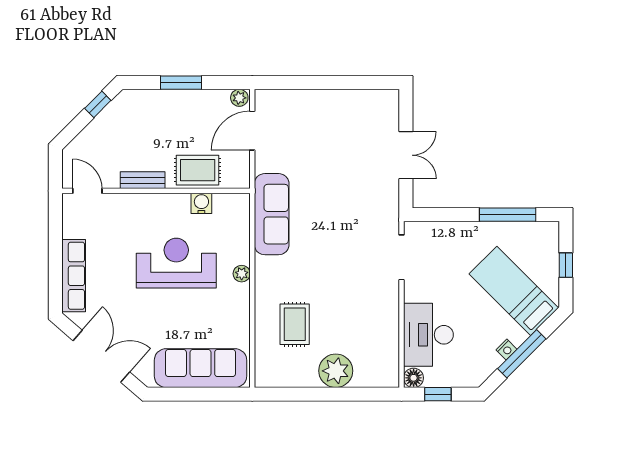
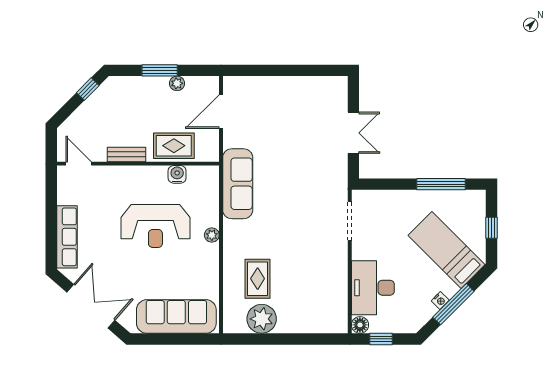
plant: (239, 98) -> (177, 83), moved
reception desk: (176, 263) -> (155, 226), turned 180
plant: (336, 371) -> (262, 319), moved

